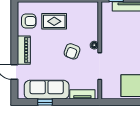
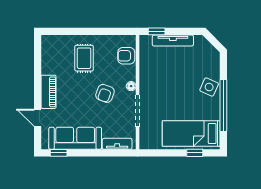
armchair: (29, 21) -> (126, 56), moved, turned 180
rug: (54, 21) -> (84, 58), turned 90
window: (45, 102) -> (59, 153), moved

